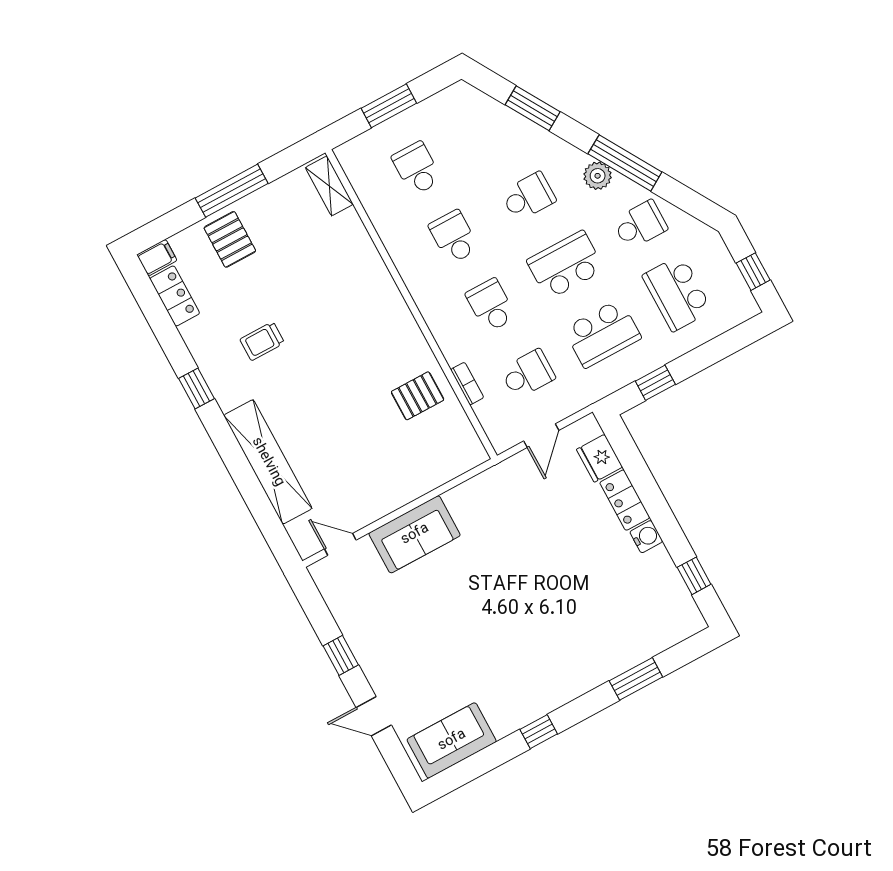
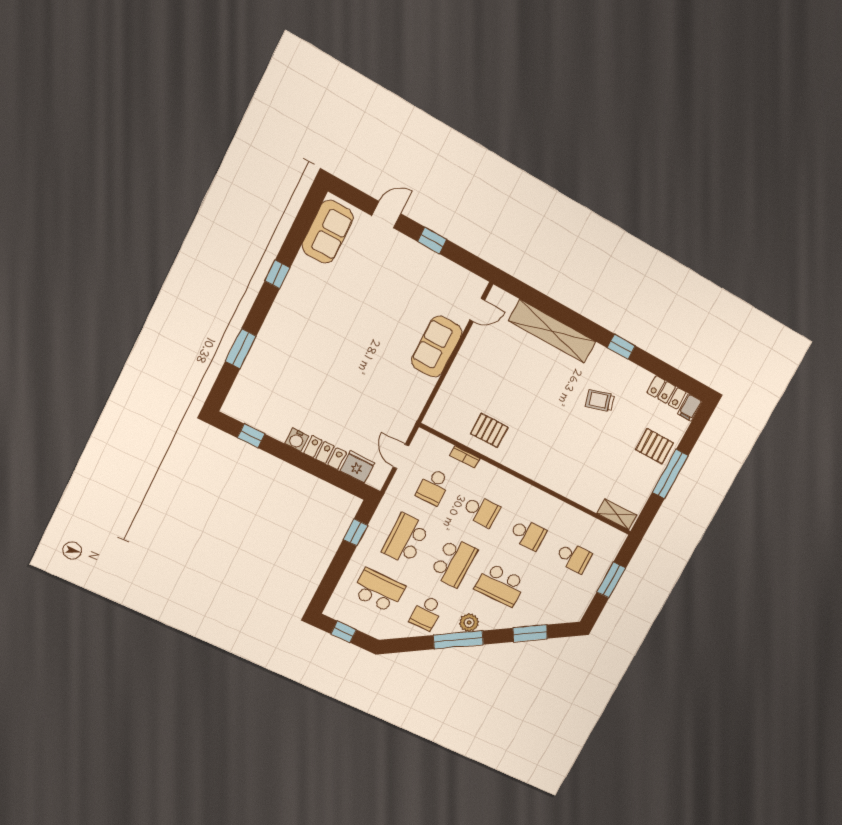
school desk: (528, 197) -> (500, 585), width x1.85
trolley: (262, 341) -> (600, 401), turned -106
pallet: (418, 396) -> (489, 430), turned 90

